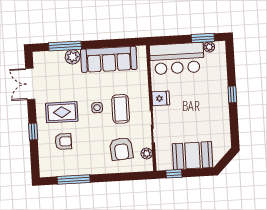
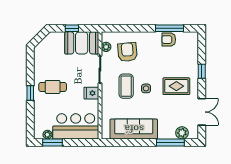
plant: (73, 57) -> (182, 133), moved
cafe table: (207, 103) -> (53, 87), added
armchair: (63, 141) -> (169, 40), moved
booth: (193, 156) -> (82, 43), moved
window: (174, 174) -> (72, 28), moved

